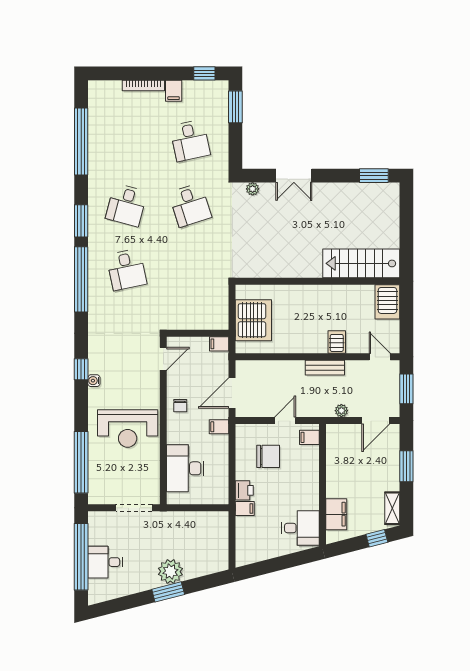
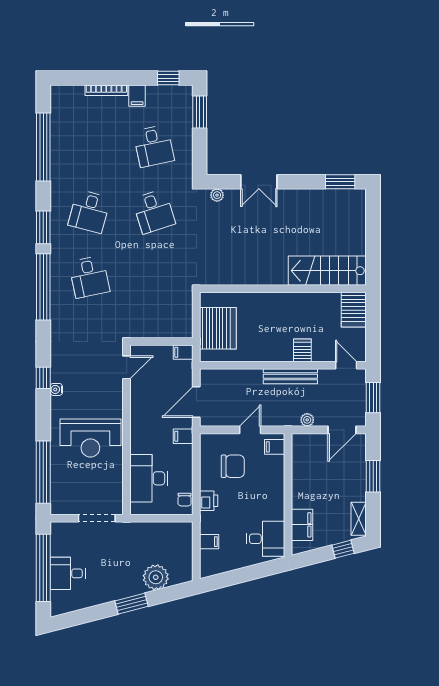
bench: (325, 368) -> (290, 376), width x1.36
chair: (180, 406) -> (185, 500), moved
filing cabinet: (245, 509) -> (209, 542), moved
plant: (170, 572) -> (156, 577), moved

